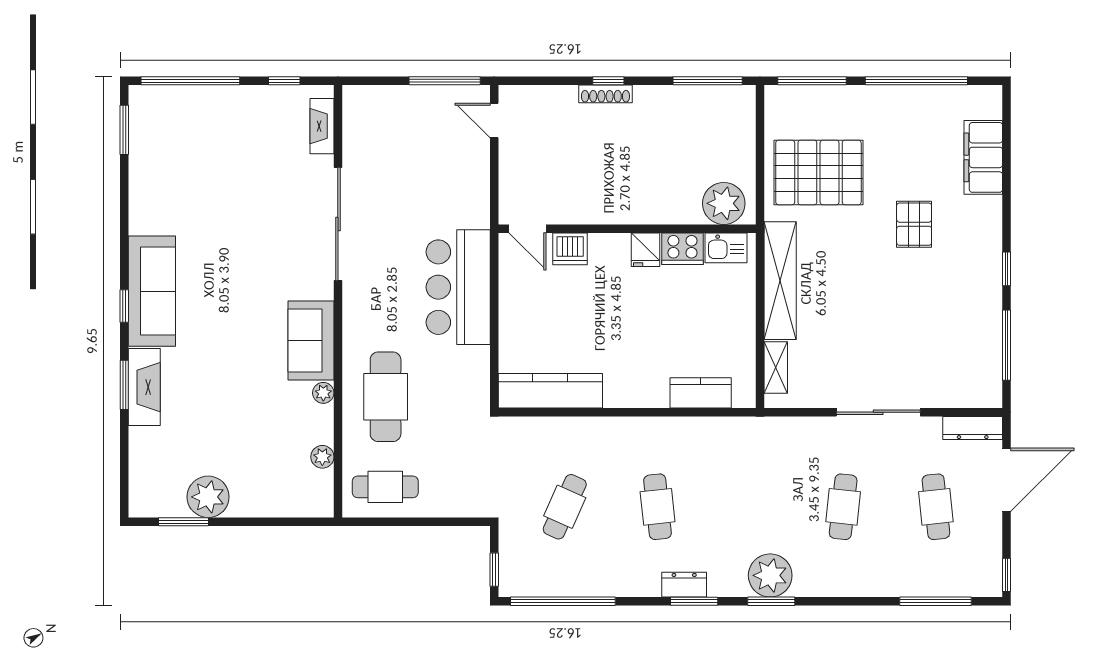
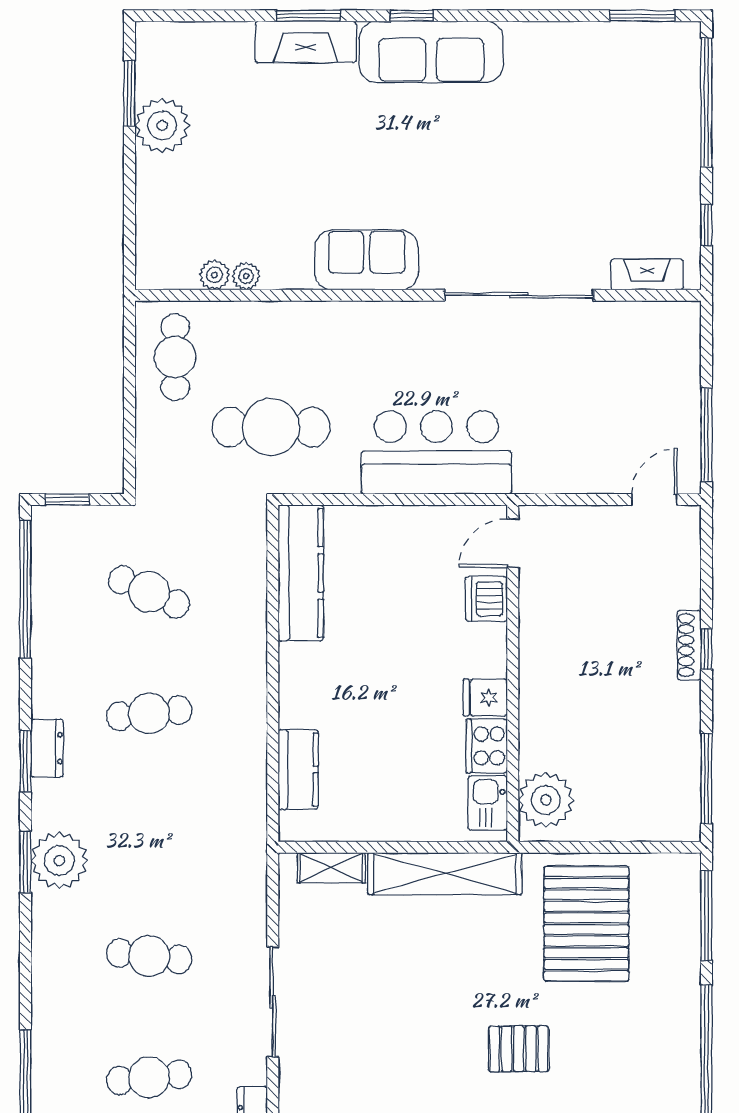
plant: (323, 393) -> (246, 276), moved
cafe table: (386, 397) -> (271, 427), moved

